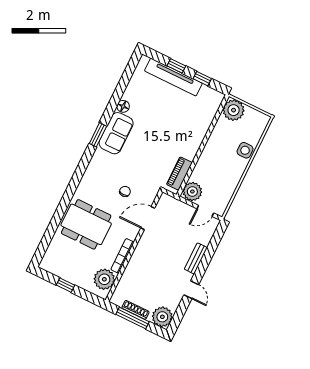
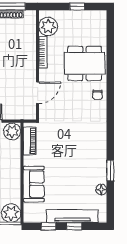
floor lamp: (123, 106) -> (101, 190), moved
sofa: (116, 133) -> (34, 184), moved, turned 180
window: (98, 135) -> (110, 171), moved
chair: (125, 191) -> (97, 95), moved

